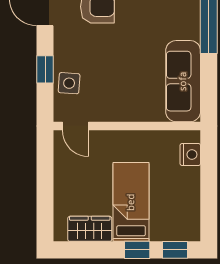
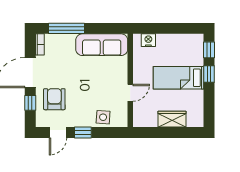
window: (45, 69) -> (83, 132), moved
door: (75, 126) -> (130, 93), moved
wardrobe: (90, 229) -> (172, 119), moved, turned 90

